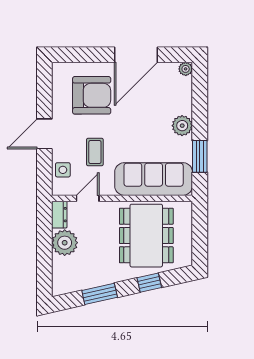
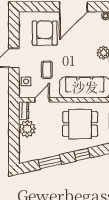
armchair: (92, 95) -> (45, 33), turned -90
dining table: (146, 236) -> (80, 124), width x0.73

